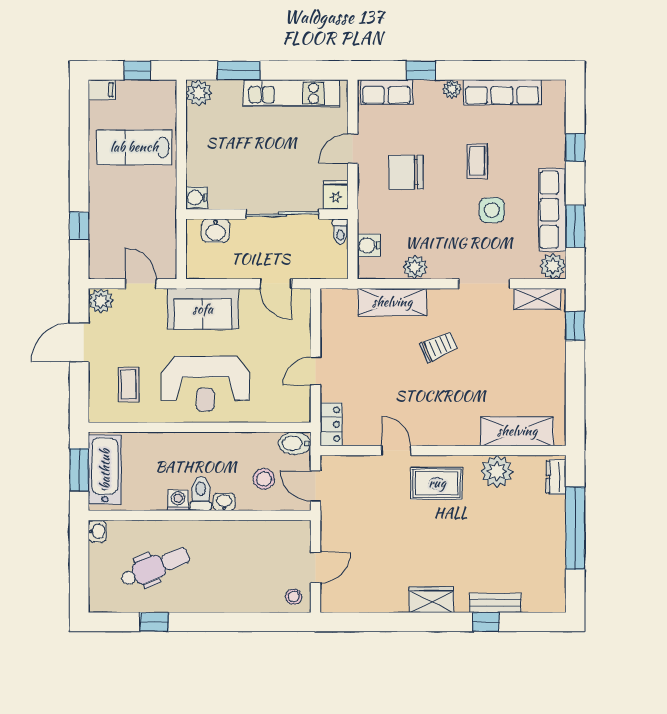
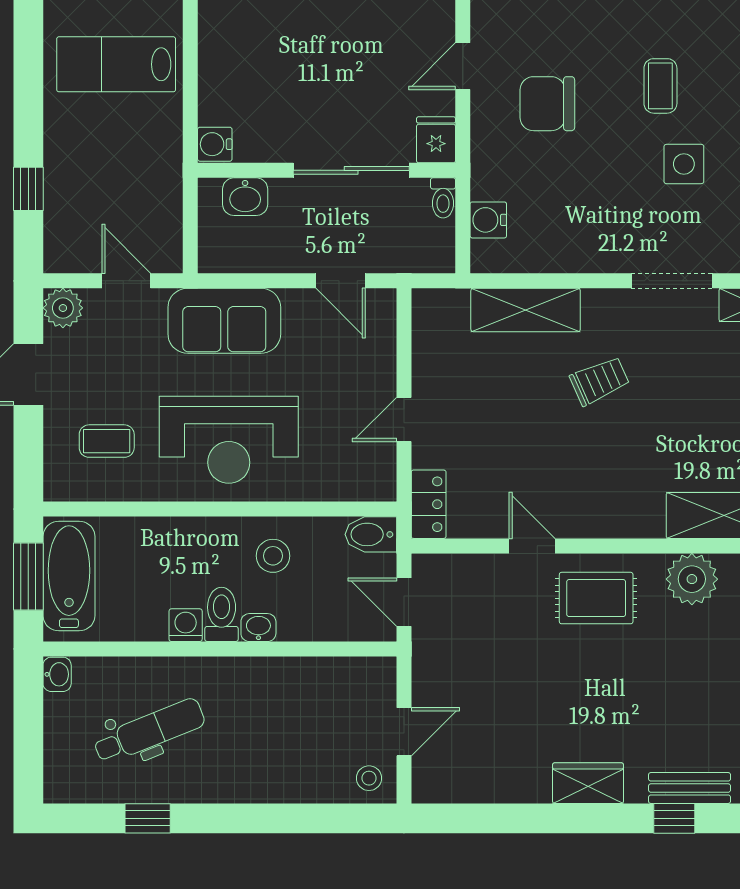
plant: (415, 267) -> (562, 254), removed
coffee table: (128, 385) -> (107, 441), turned 90
stool: (264, 479) -> (273, 556), moved

